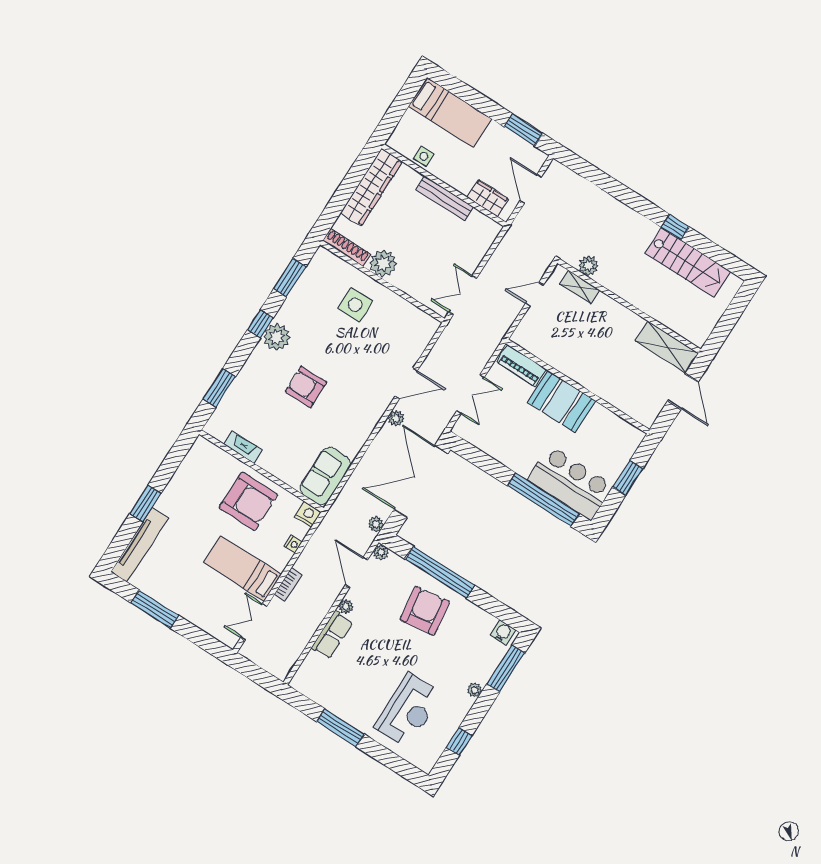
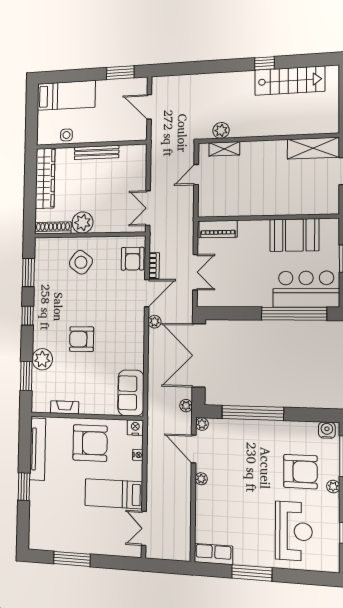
wardrobe: (488, 198) -> (124, 133), removed
side table: (355, 305) -> (81, 262), turned 36
plant: (277, 337) -> (42, 359), moved
armchair: (414, 338) -> (133, 259), added
booth: (561, 401) -> (294, 235), moved
tv unit: (139, 545) -> (38, 449), moved
bookcase: (288, 584) -> (154, 266), moved
armchair: (425, 611) -> (300, 472), moved, turned 98
row of seats: (332, 635) -> (213, 554), moved, turned -90

